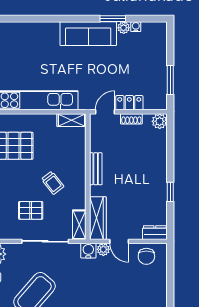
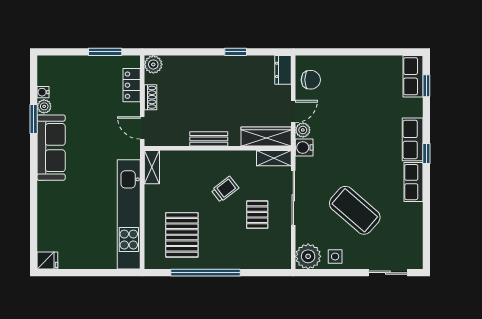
locker: (129, 103) -> (132, 85), moved

